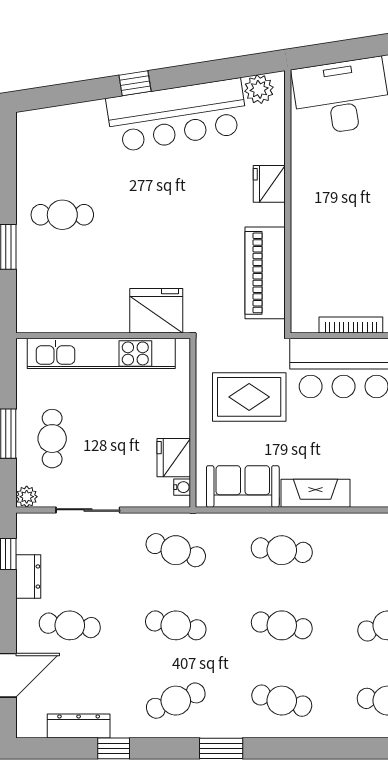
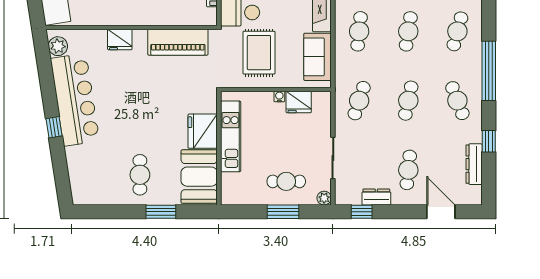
booth: (59, 305) -> (199, 177), added
fridge: (156, 311) -> (203, 131), moved
kitchen unit: (101, 353) -> (231, 136), width x0.73
water cooler: (182, 487) -> (279, 96), moved
window: (221, 748) -> (489, 71), width x2.11

